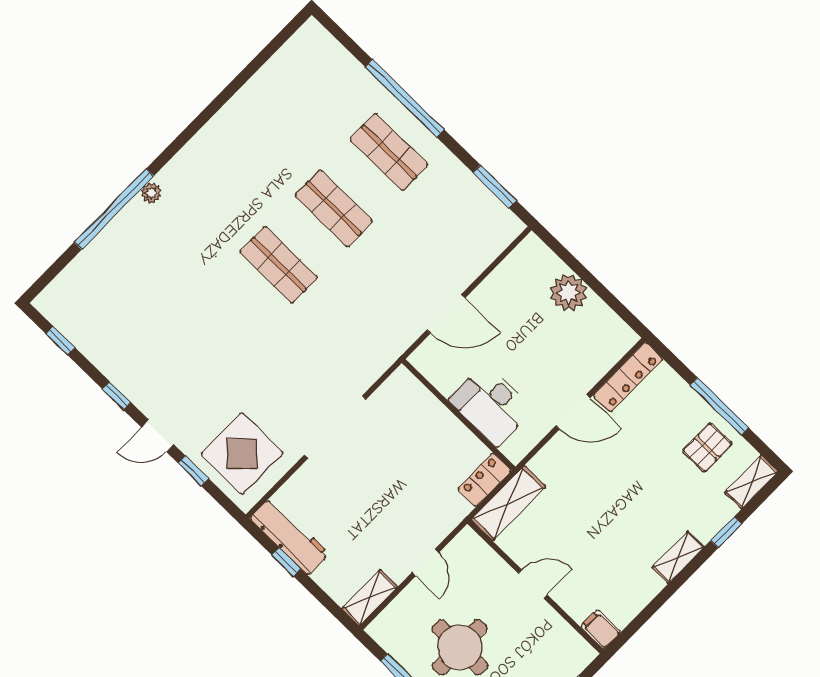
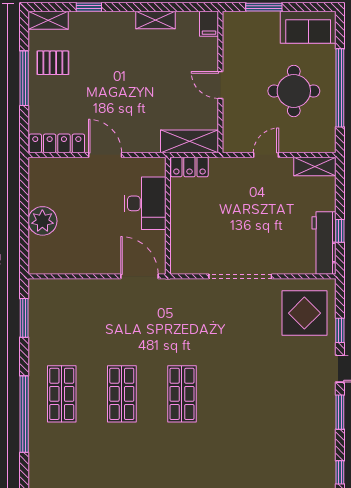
door: (446, 314) -> (139, 276), moved
window: (117, 396) -> (340, 412), width x1.50
shelving: (678, 557) -> (156, 20), moved

